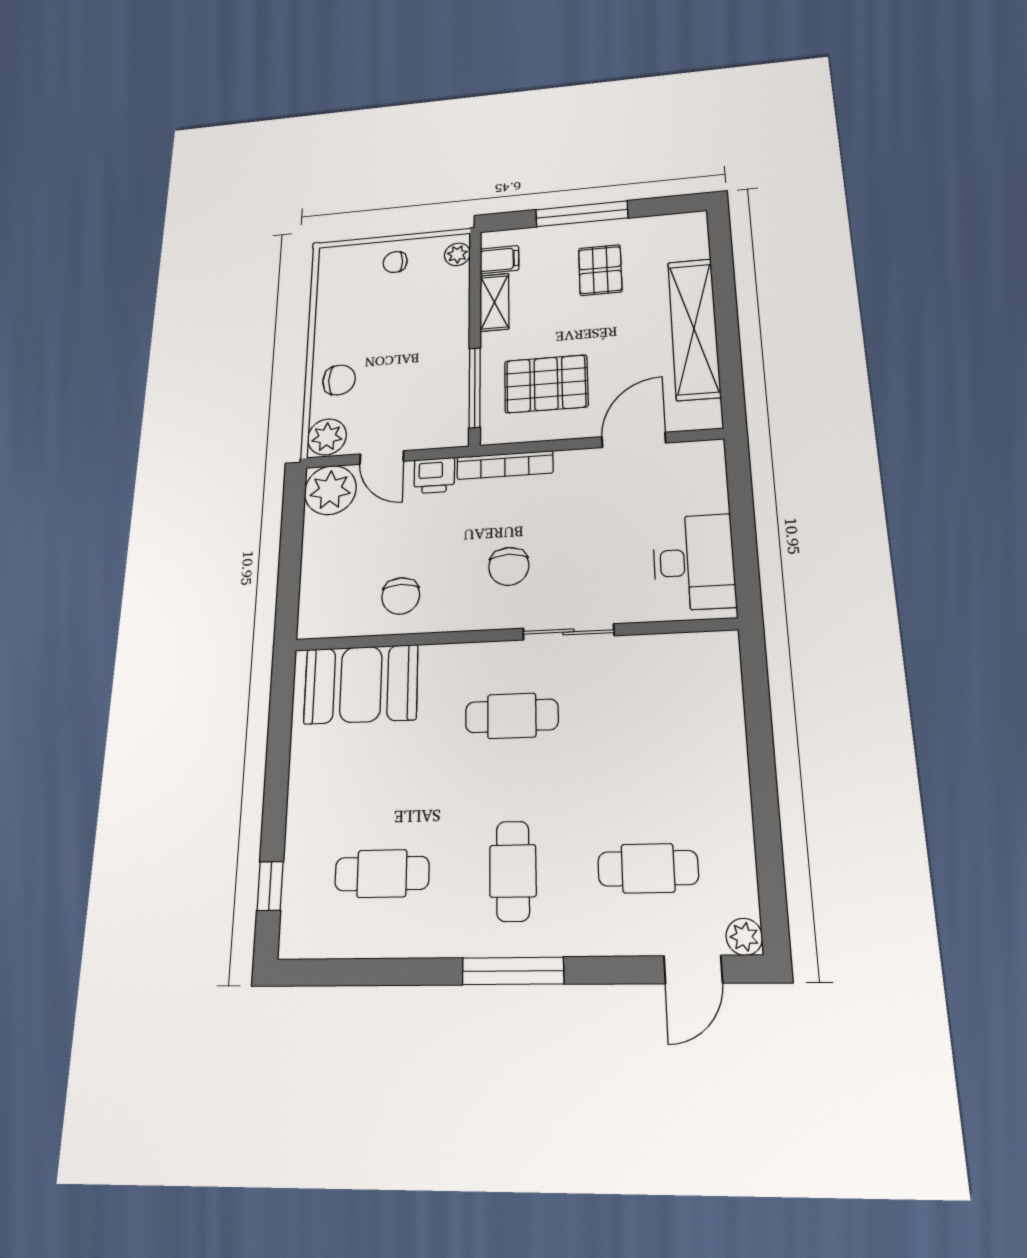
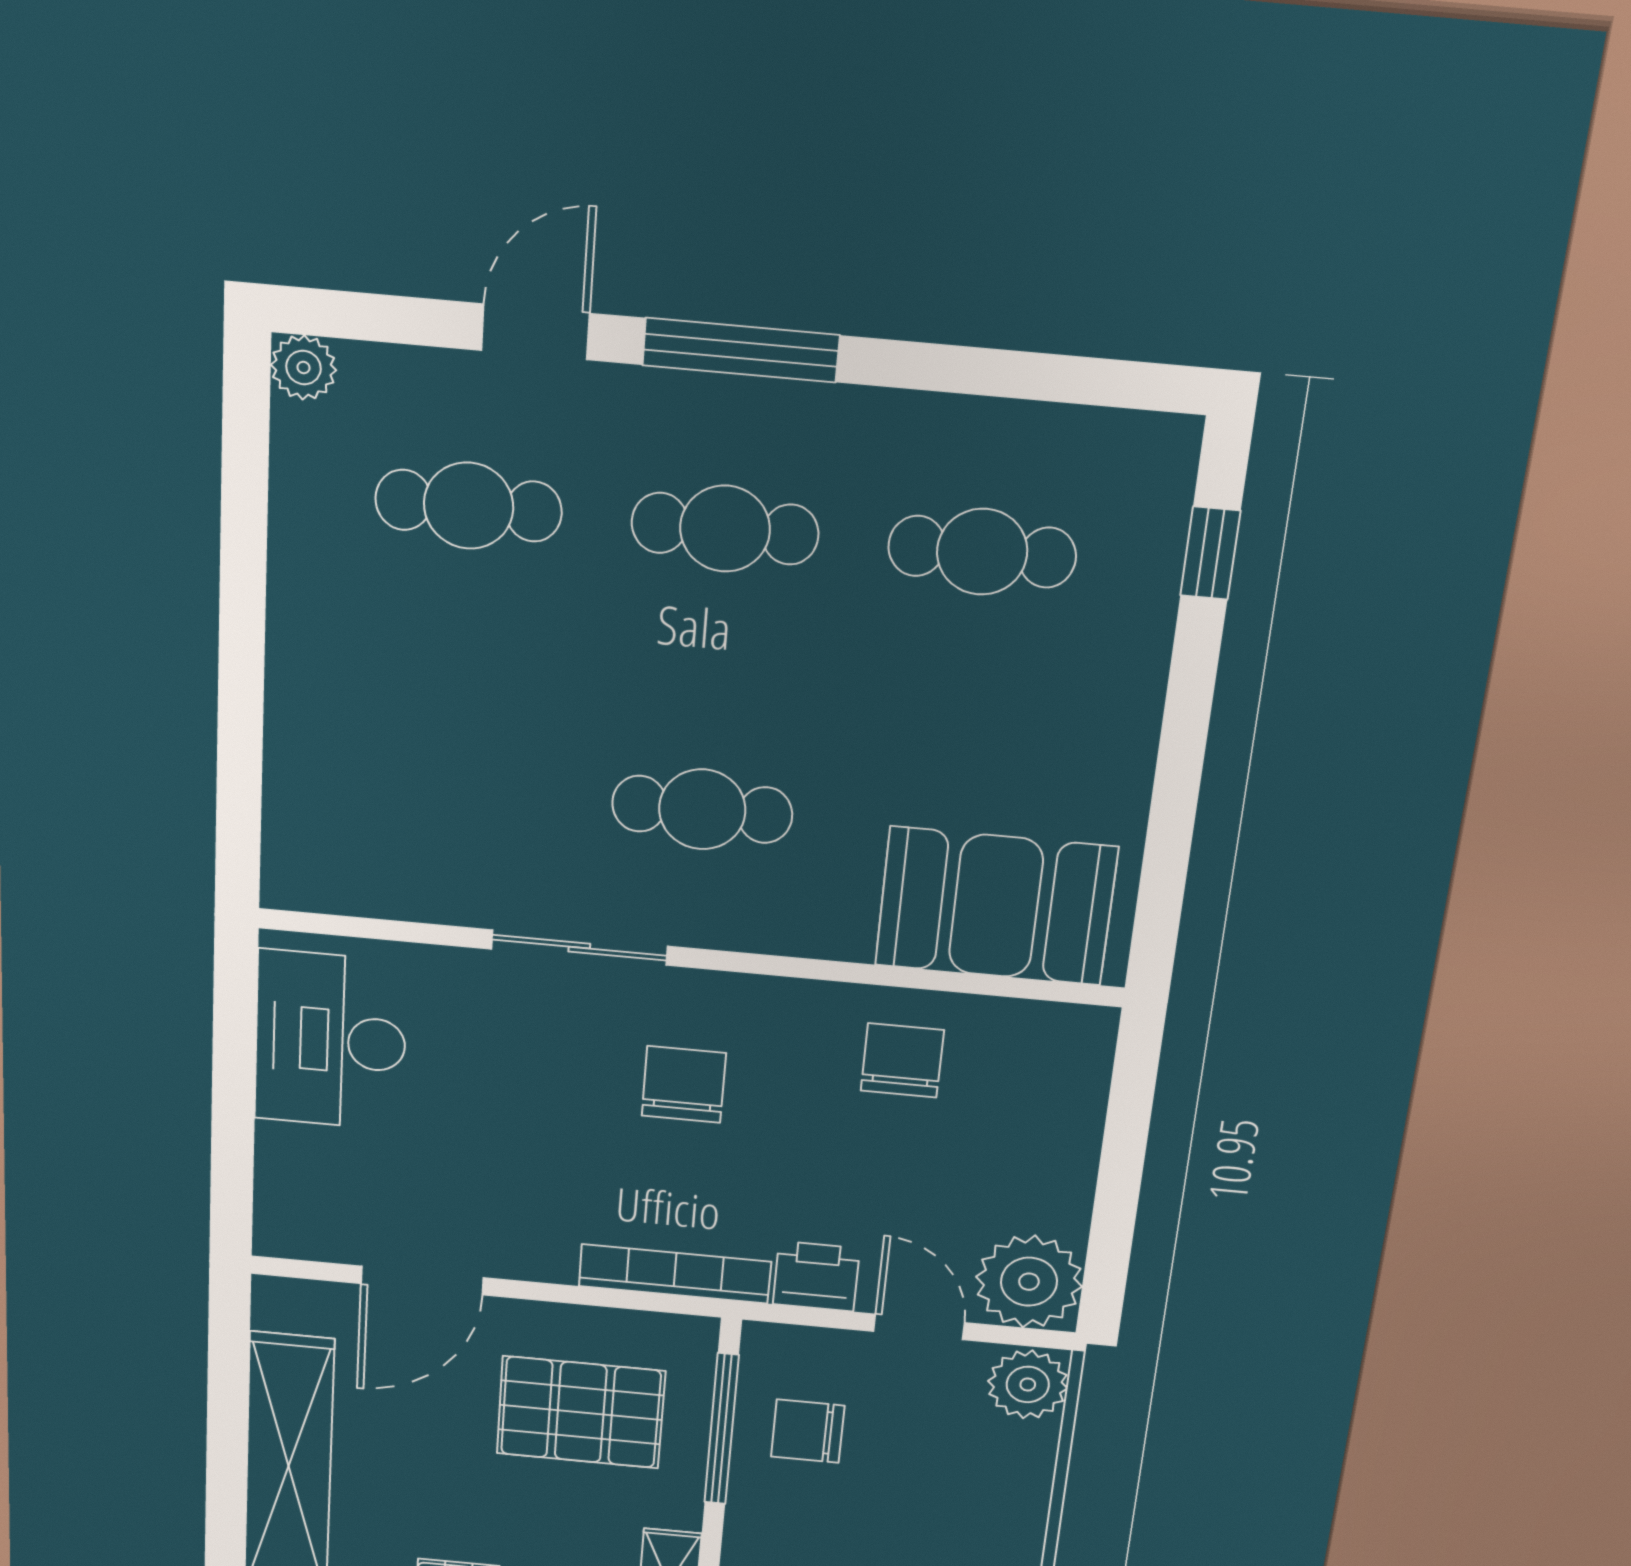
chair: (339, 380) -> (808, 1431), moved
cafe table: (513, 871) -> (725, 529), turned 90
door: (693, 970) -> (535, 332), moved

